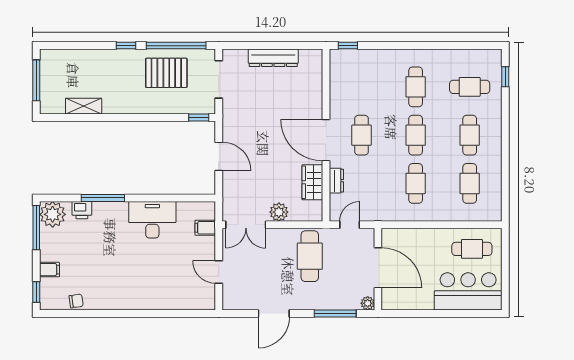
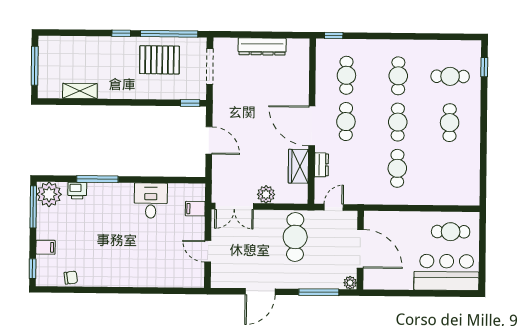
cafe table: (470, 183) -> (346, 75), moved
desk: (152, 220) -> (151, 201), width x0.73

